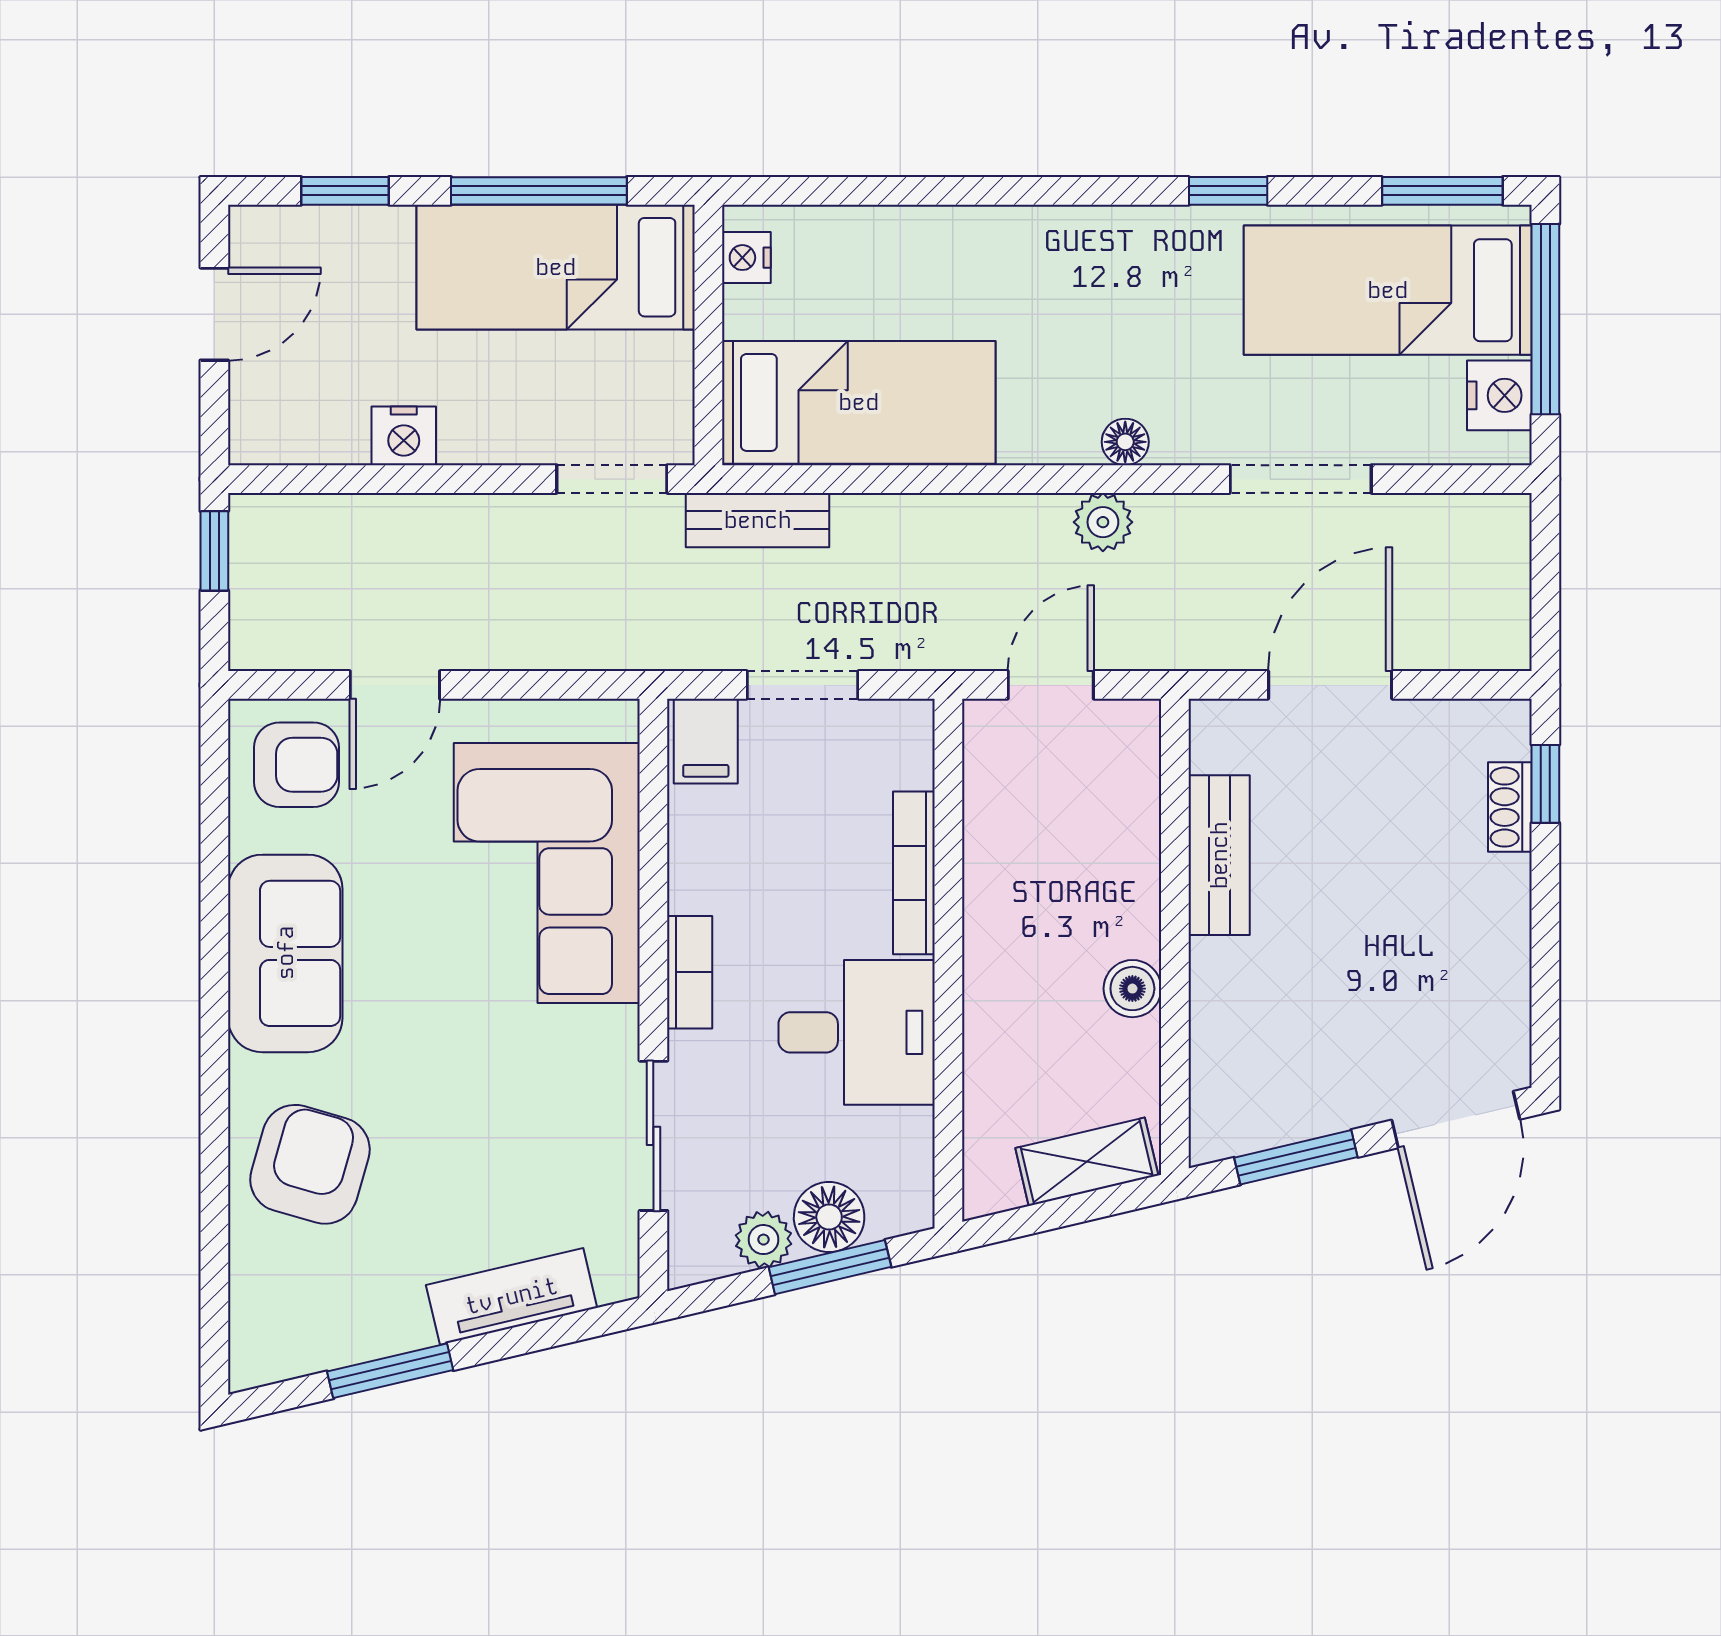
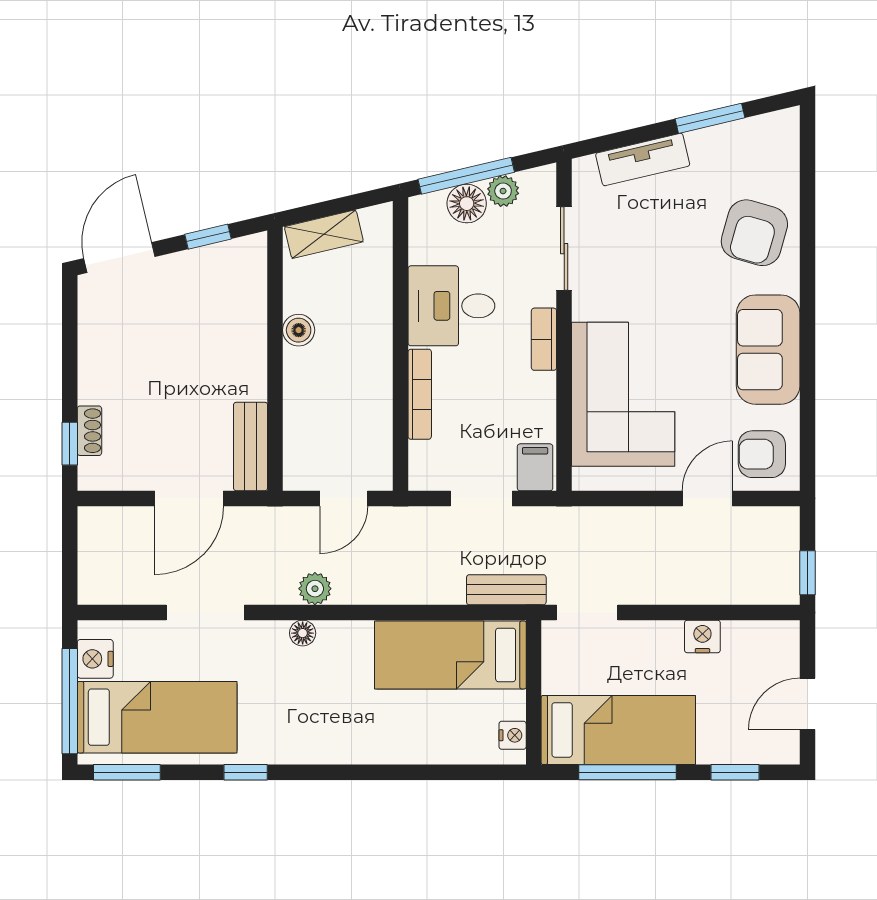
bench: (1219, 855) -> (251, 446), moved
window: (1296, 1157) -> (208, 237), width x0.67
window: (830, 1267) -> (466, 176), width x1.44

